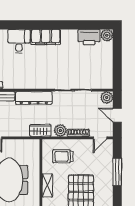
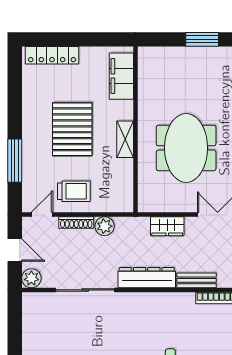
wardrobe: (40, 130) -> (167, 226), moved
trolley: (63, 156) -> (74, 191), moved

